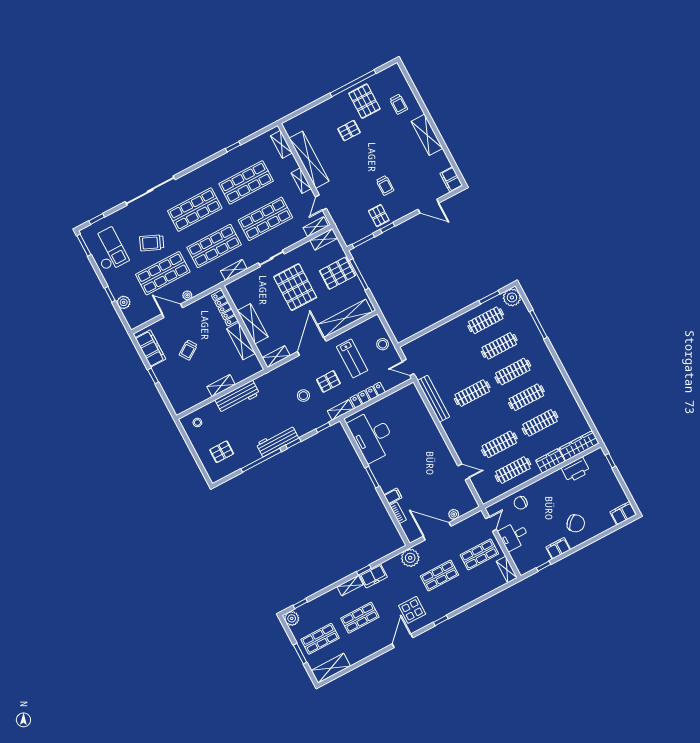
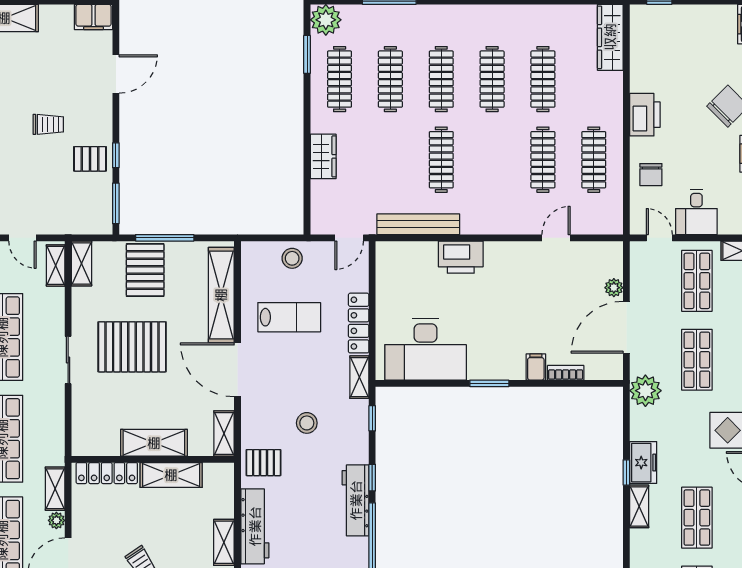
shelving: (234, 270) -> (55, 489), moved
pallet: (328, 381) -> (264, 463), moved, turned 90
printer: (428, 429) -> (461, 257), added
wardrobe: (550, 461) -> (323, 156), moved, turned 180
printer: (576, 470) -> (645, 115), moved

